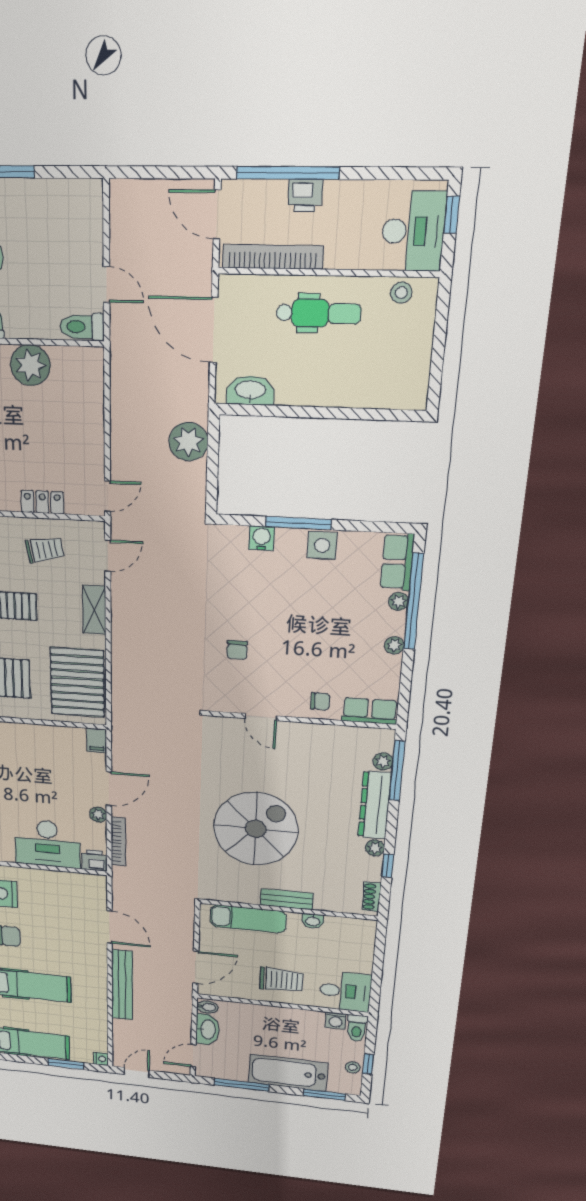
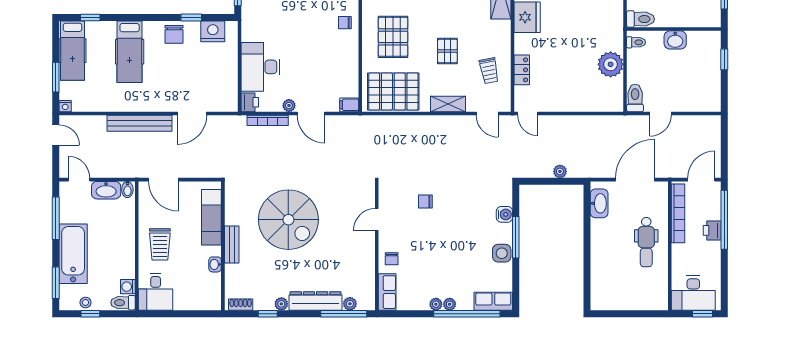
stool: (401, 293) -> (659, 289), removed
plant: (188, 442) -> (560, 171), width x0.53, depth x0.53
plant: (398, 601) -> (450, 304), moved

